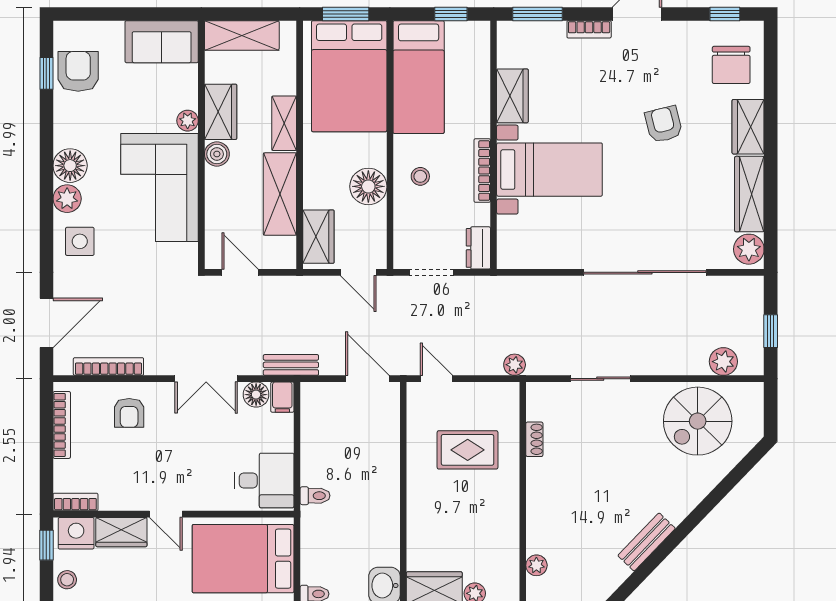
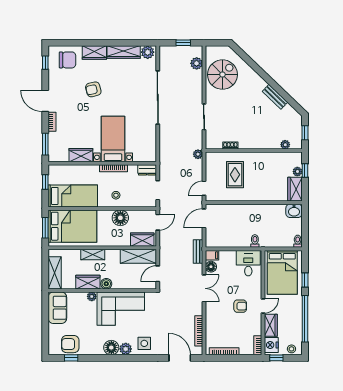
shelving: (280, 194) -> (138, 256), moved
armchair: (129, 413) -> (240, 306), moved
spiral stairs: (698, 421) -> (222, 75), turned -90

